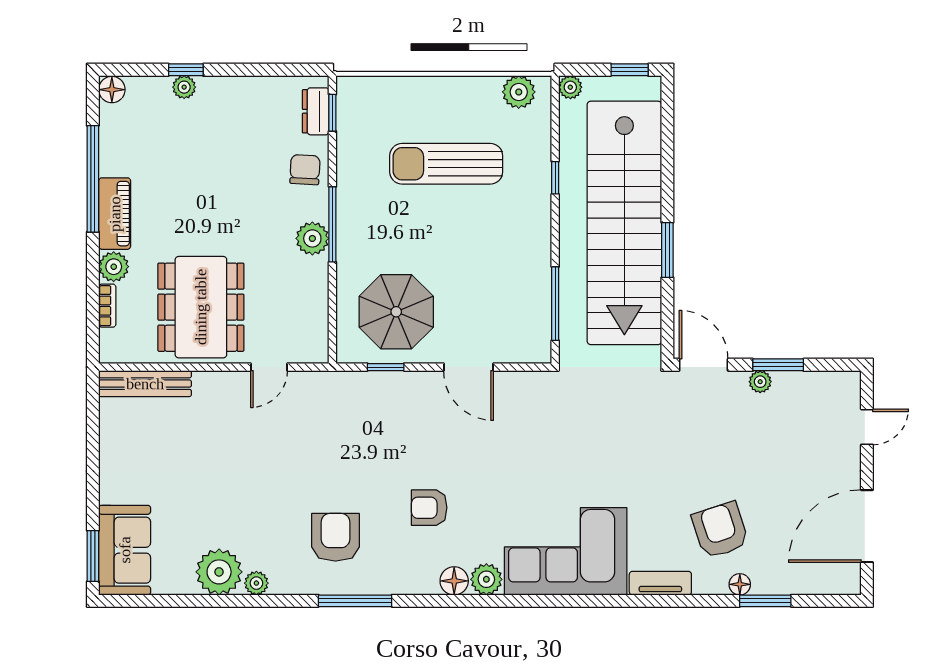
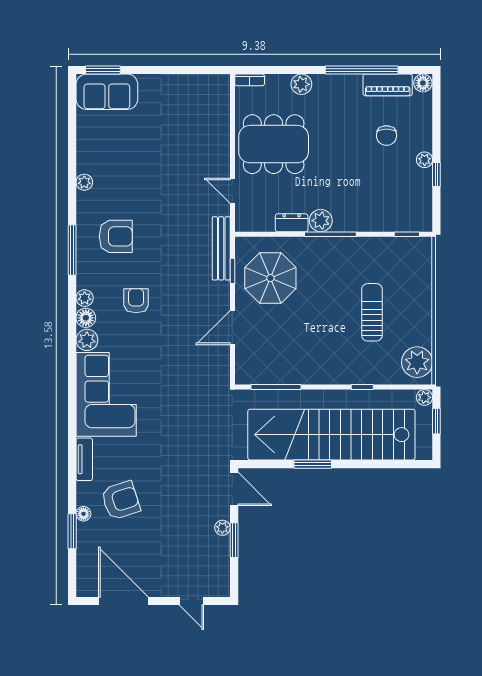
window: (186, 70) -> (436, 175), moved
window: (630, 70) -> (436, 421), moved
plant: (184, 87) -> (425, 160), moved
plant: (519, 92) -> (417, 362), width x1.36, depth x1.36
dresser: (316, 111) -> (292, 223), moved
sun lounger: (446, 164) -> (372, 312), width x0.73, depth x0.75
chair: (305, 170) -> (386, 135), moved, turned 87
piano: (115, 214) -> (388, 85), moved
bookcase: (107, 306) -> (250, 80), moved
door: (704, 365) -> (234, 489), hinge flipped
bench: (145, 384) -> (221, 248), moved
plant: (219, 572) -> (85, 298), moved, width x0.53, depth x0.53

